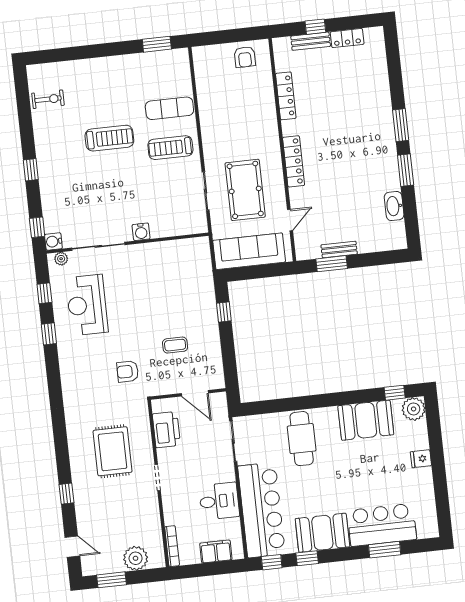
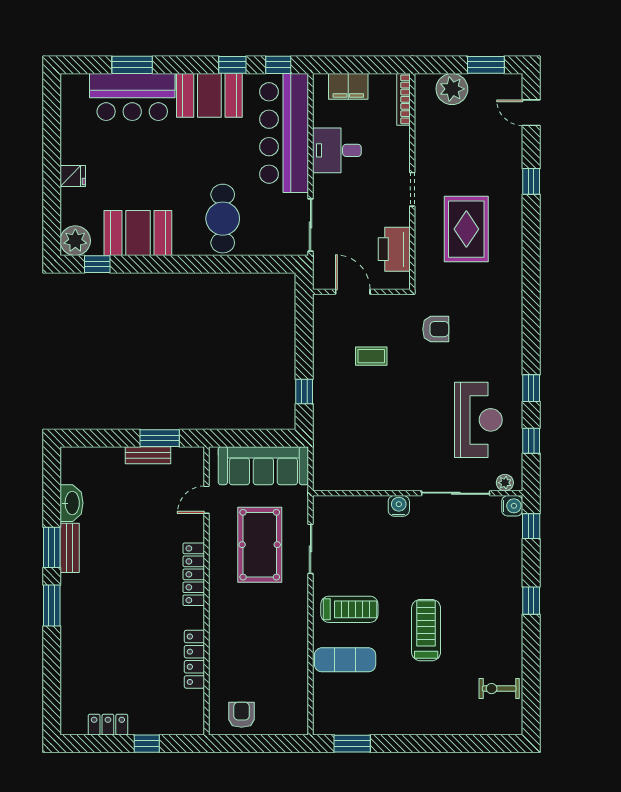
bench: (311, 41) -> (70, 548), moved, turned 90
treadmill: (109, 138) -> (426, 630), turned 90

